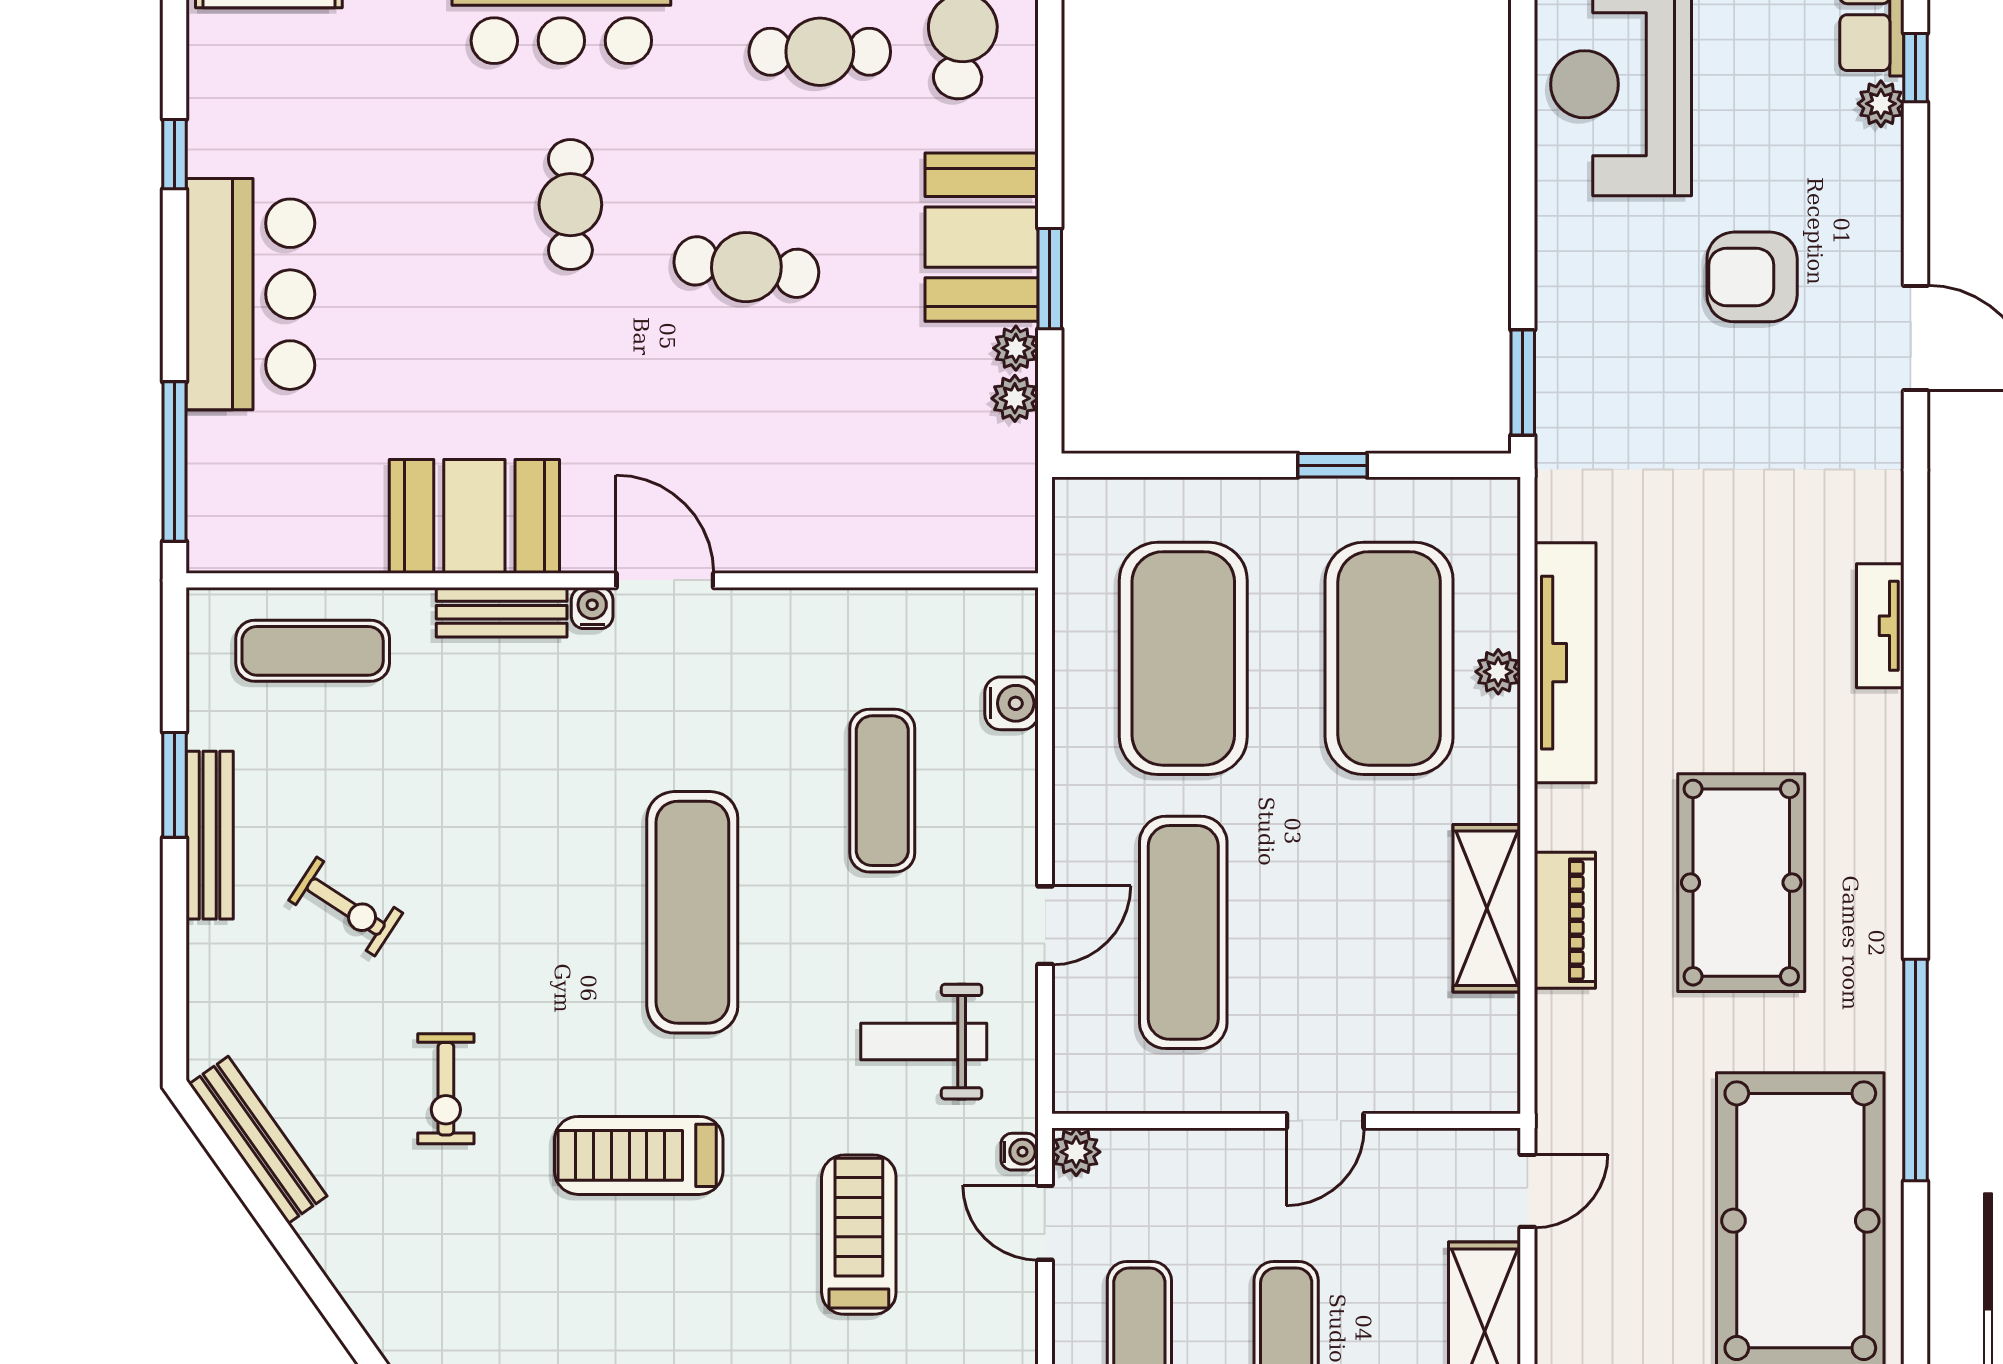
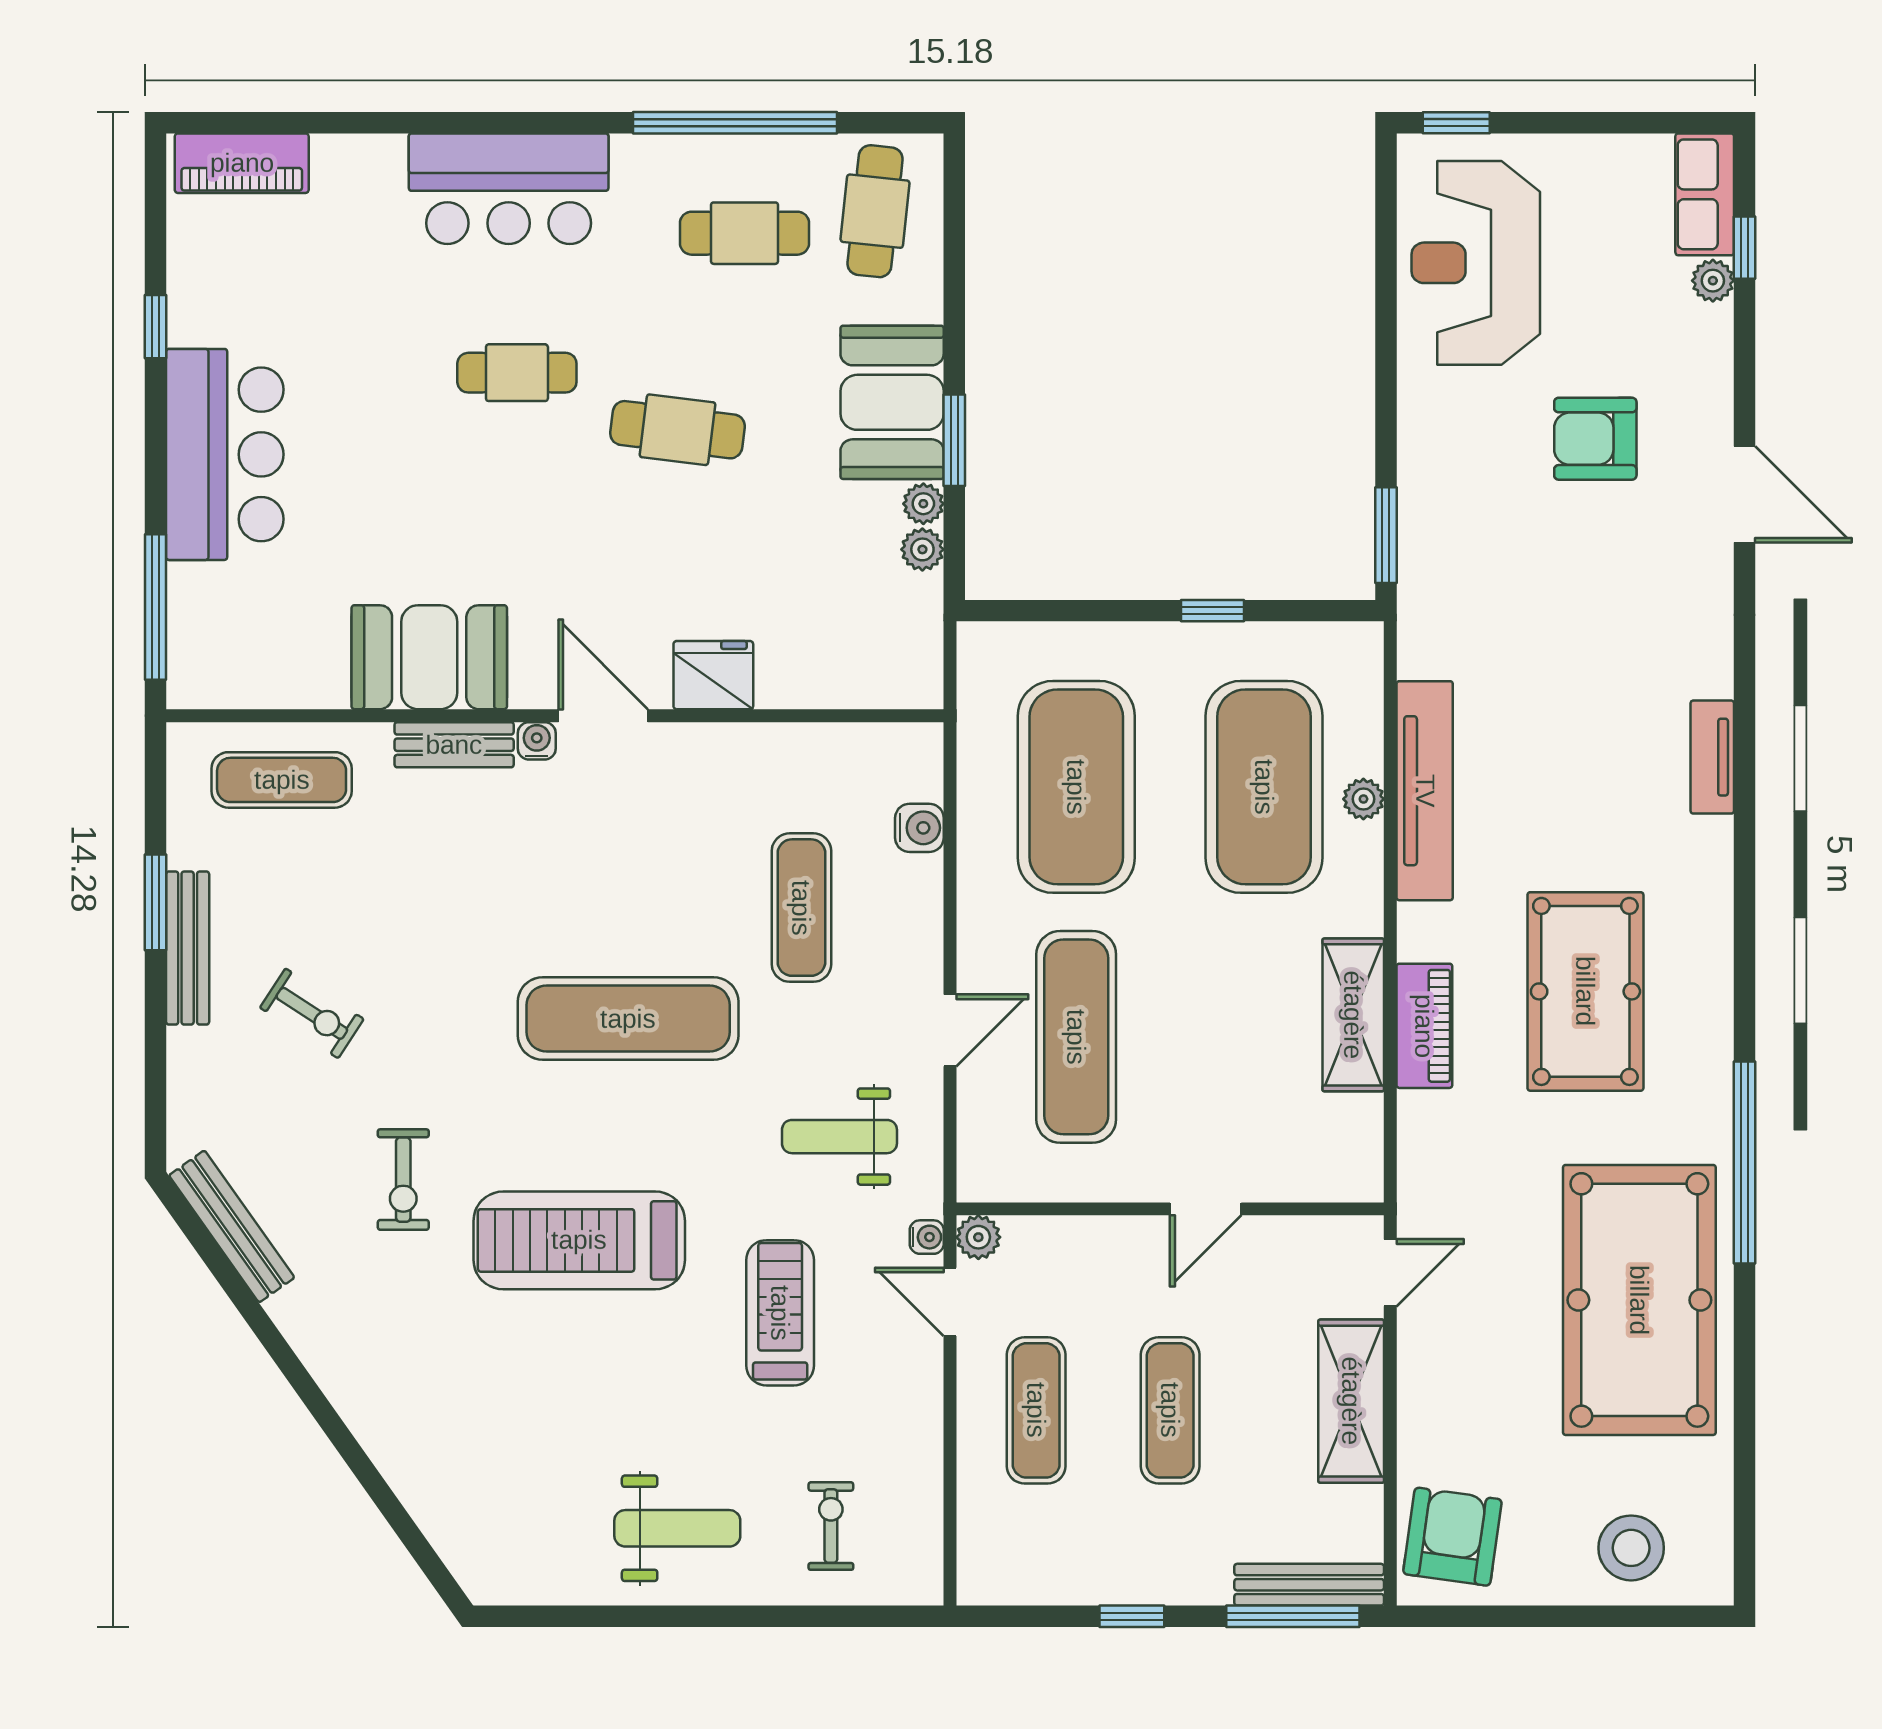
cafe table: (570, 205) -> (517, 373), turned 90
fridge: (786, 536) -> (713, 675), added
exercise mat: (692, 912) -> (628, 1019), turned 90
treadmill: (639, 1155) -> (579, 1240), width x1.37, depth x1.38

